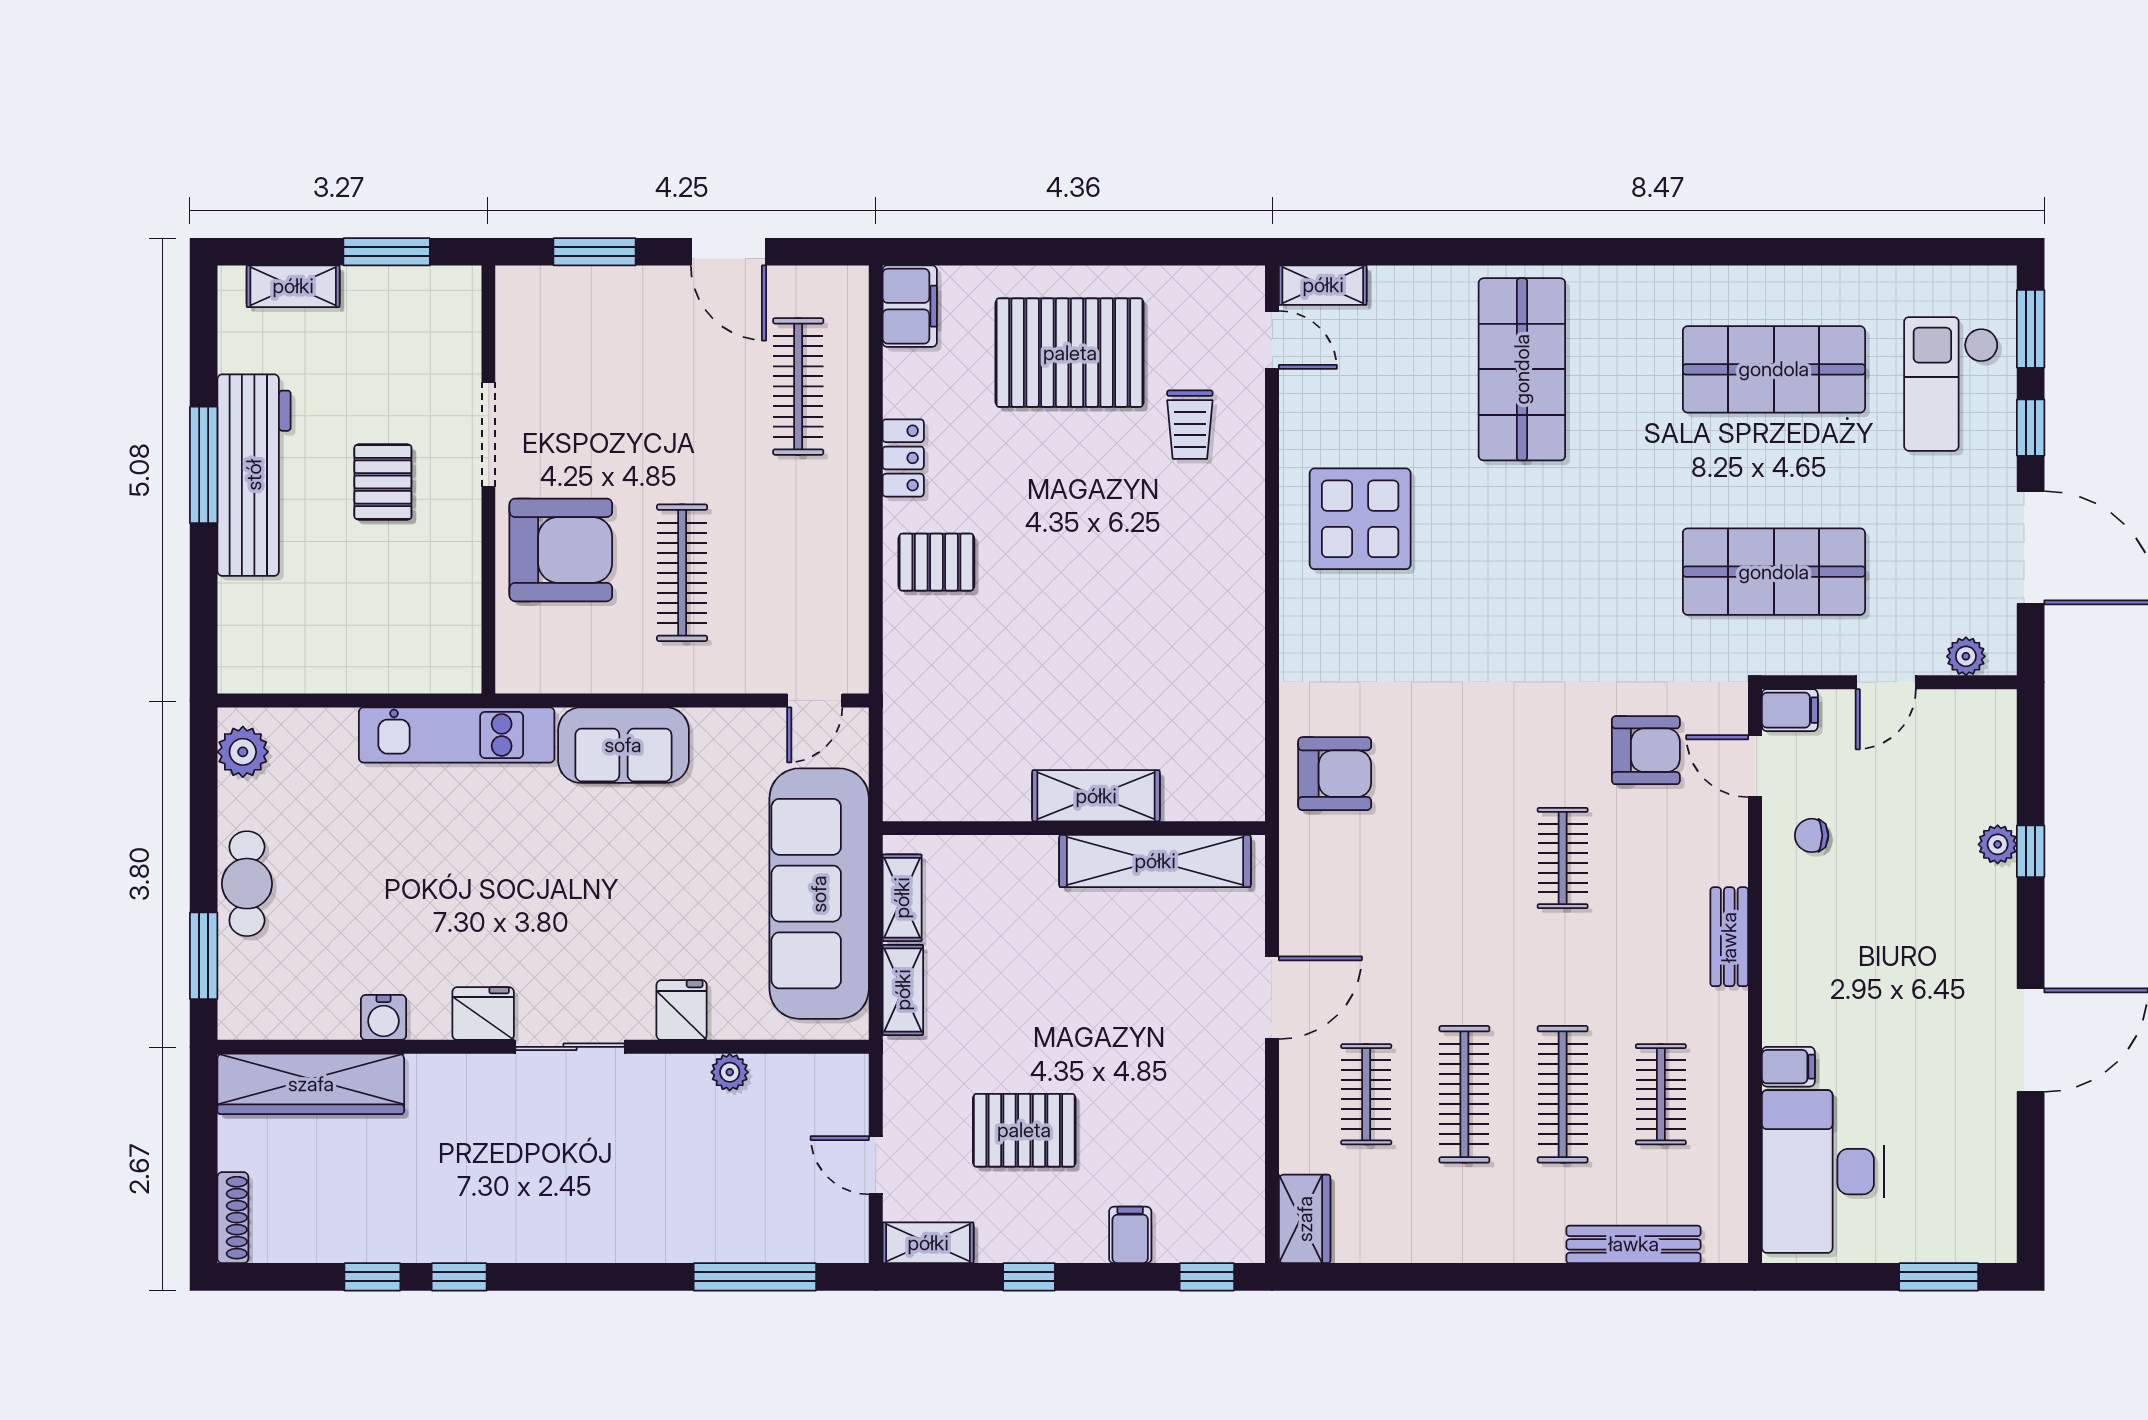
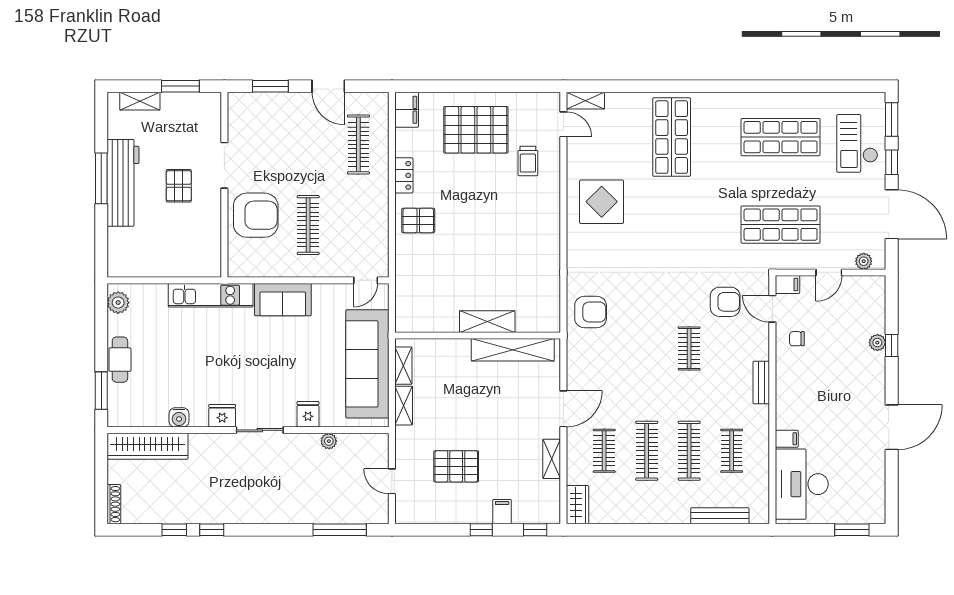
shelving: (928, 1243) -> (552, 459), moved, turned 90
window: (1029, 1277) -> (481, 530), moved

